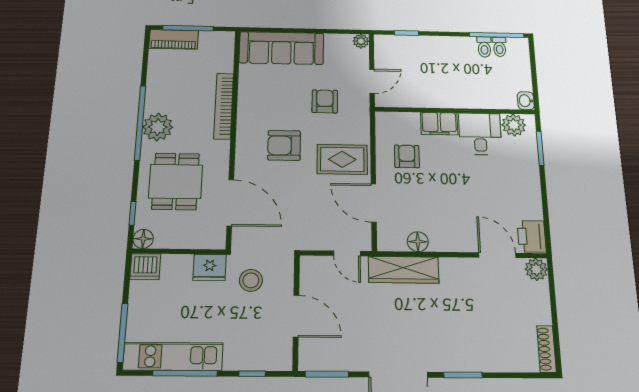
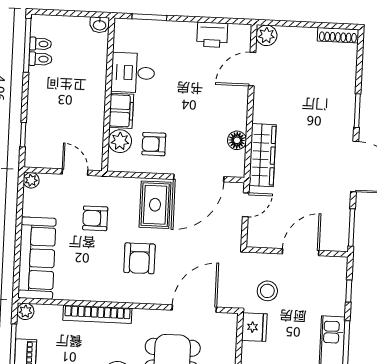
plant: (226, 39) -> (25, 311), added
plant: (514, 125) -> (120, 141), moved
door: (374, 203) -> (199, 178), width x1.36
printer: (532, 236) -> (212, 35), moved

